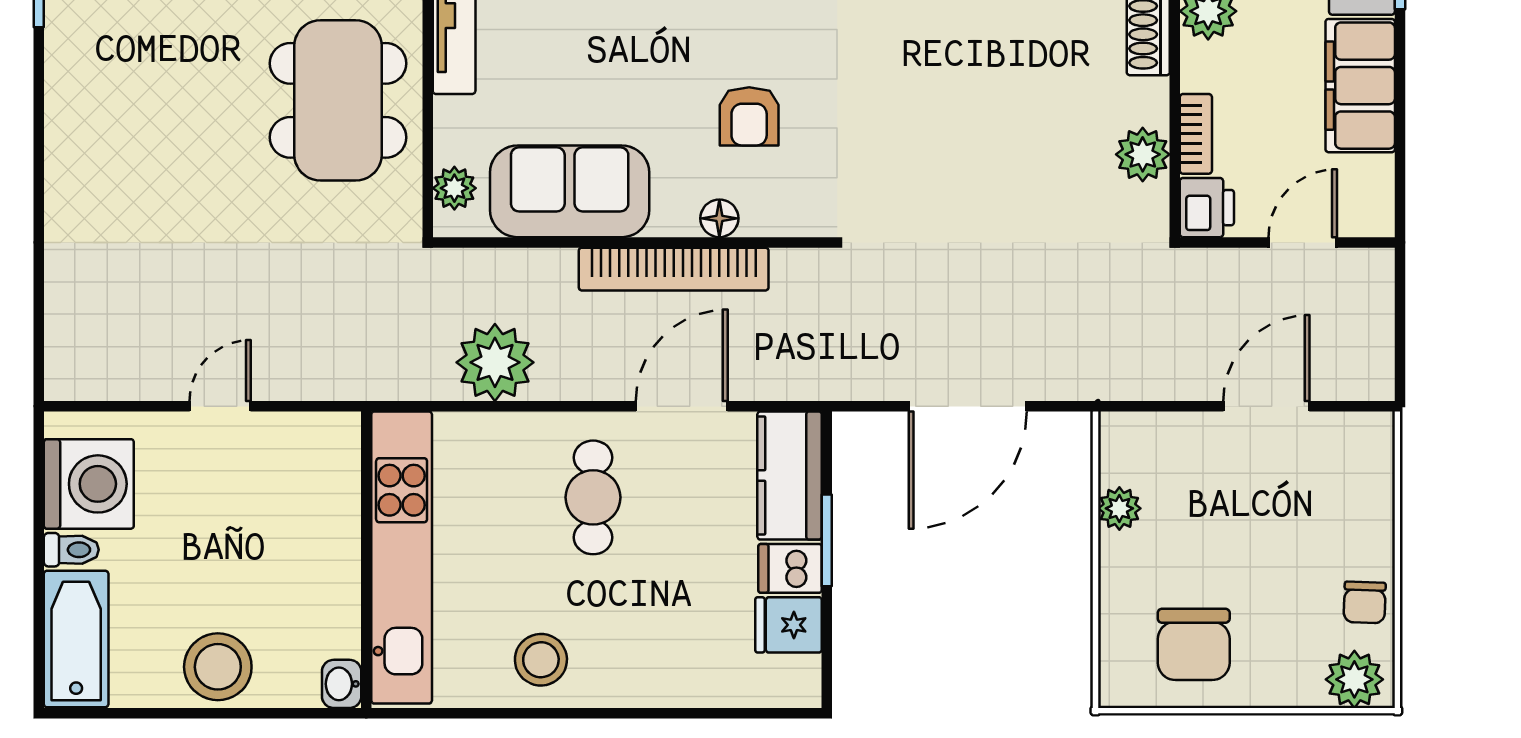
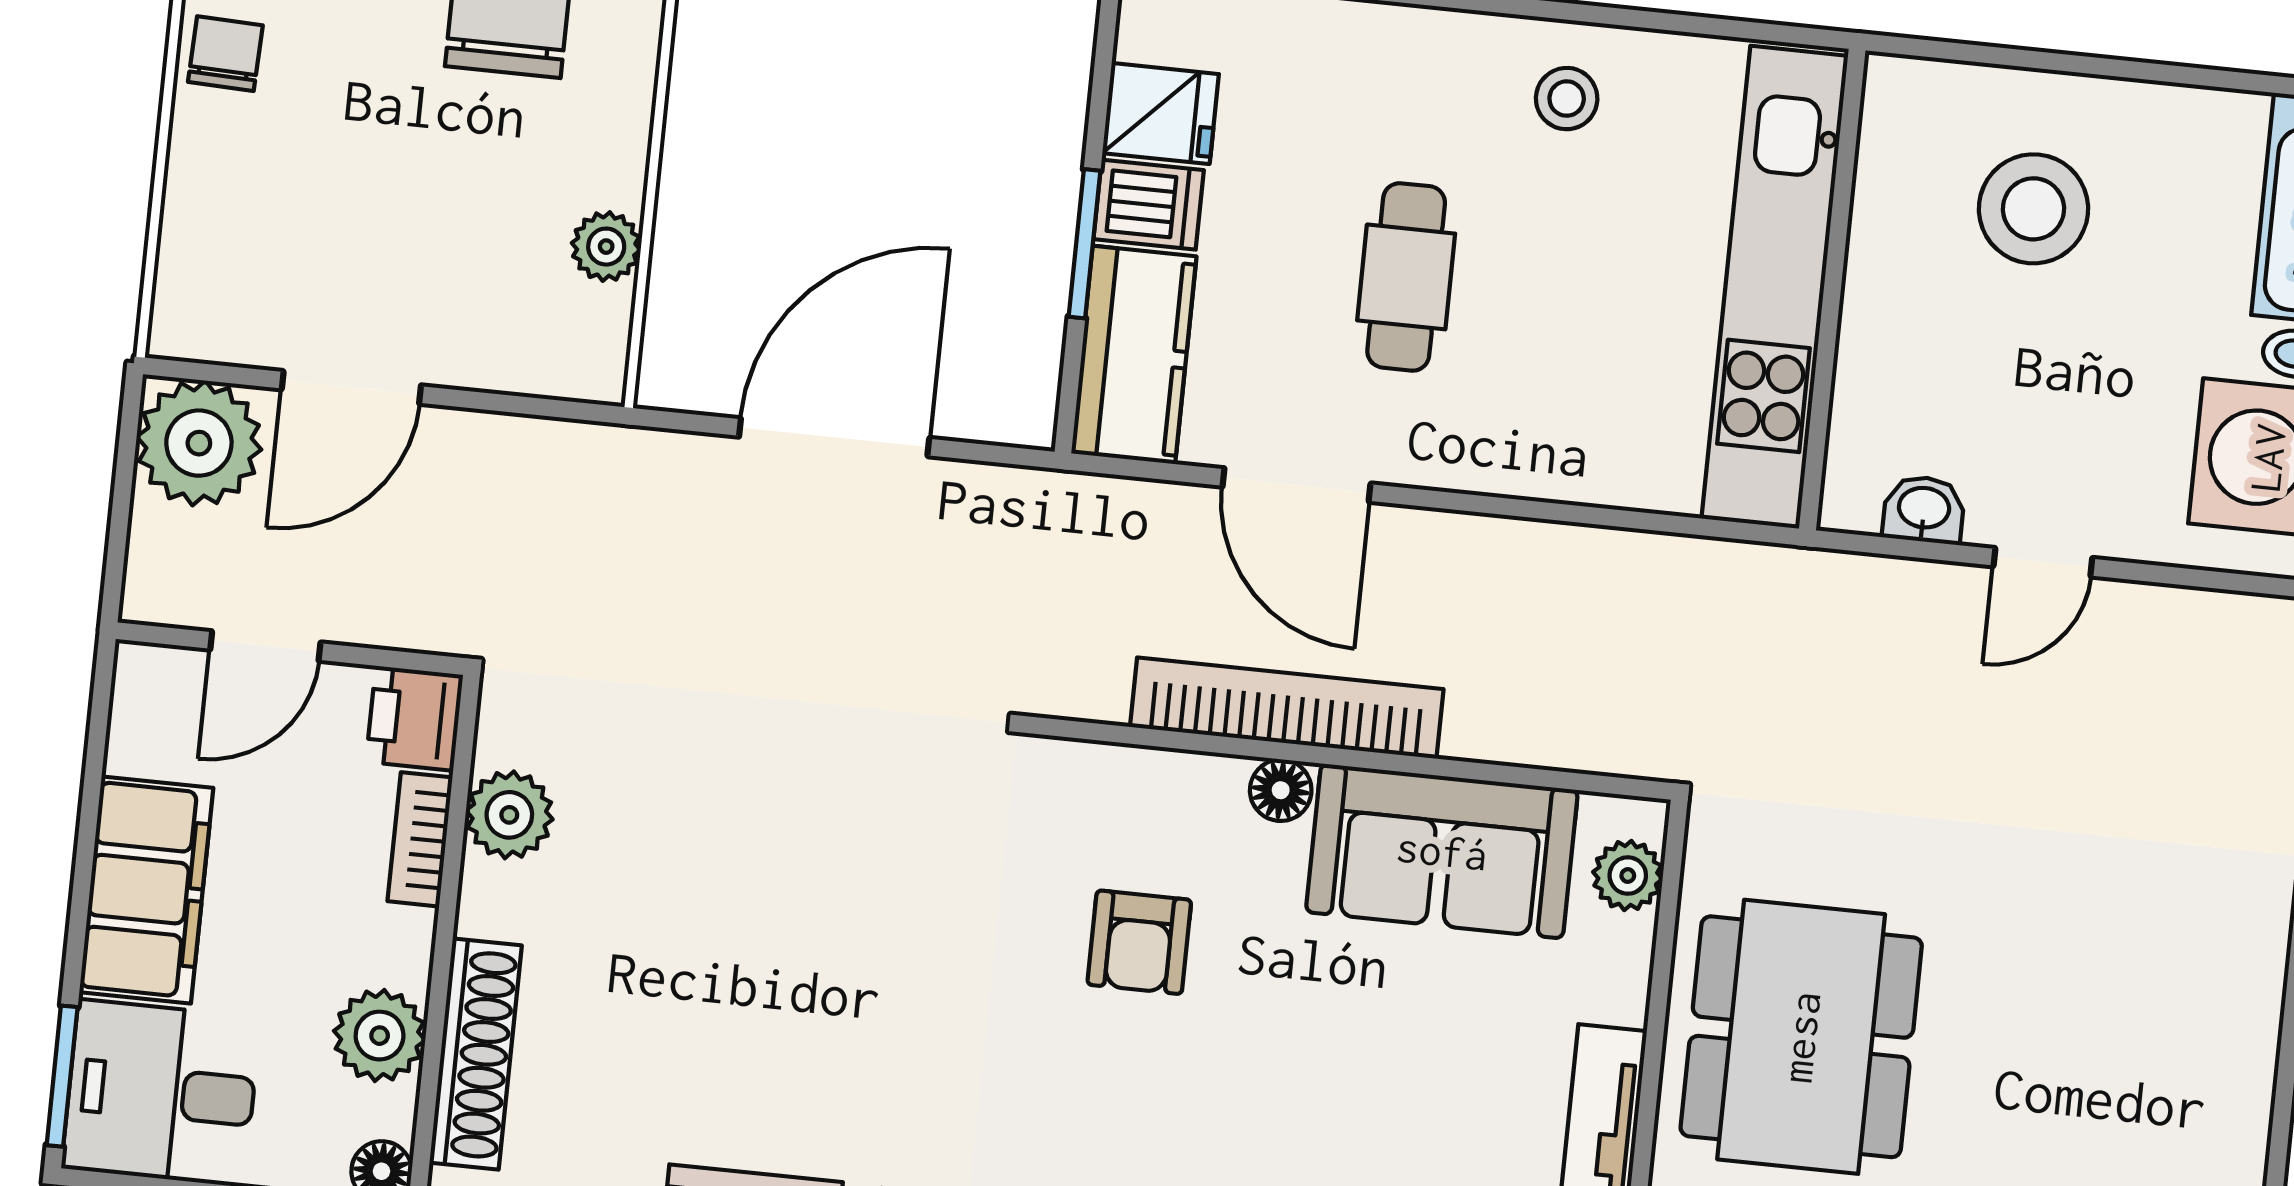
armchair: (749, 116) -> (1139, 942), turned 180
floor lamp: (719, 218) -> (1281, 790), moved
plant: (495, 362) -> (199, 443), moved
door: (682, 406) -> (1297, 485), hinge flipped
cafe table: (593, 497) -> (1406, 277), moved
stool: (541, 660) -> (1567, 99), width x0.73, depth x0.73
stool: (218, 667) -> (2033, 209), moved
washbasin: (342, 684) -> (1924, 510), moved, turned -90

